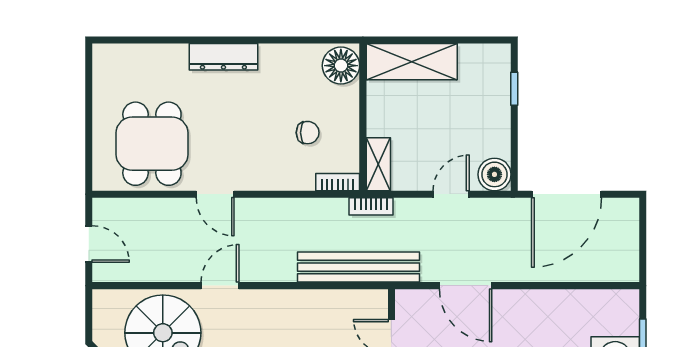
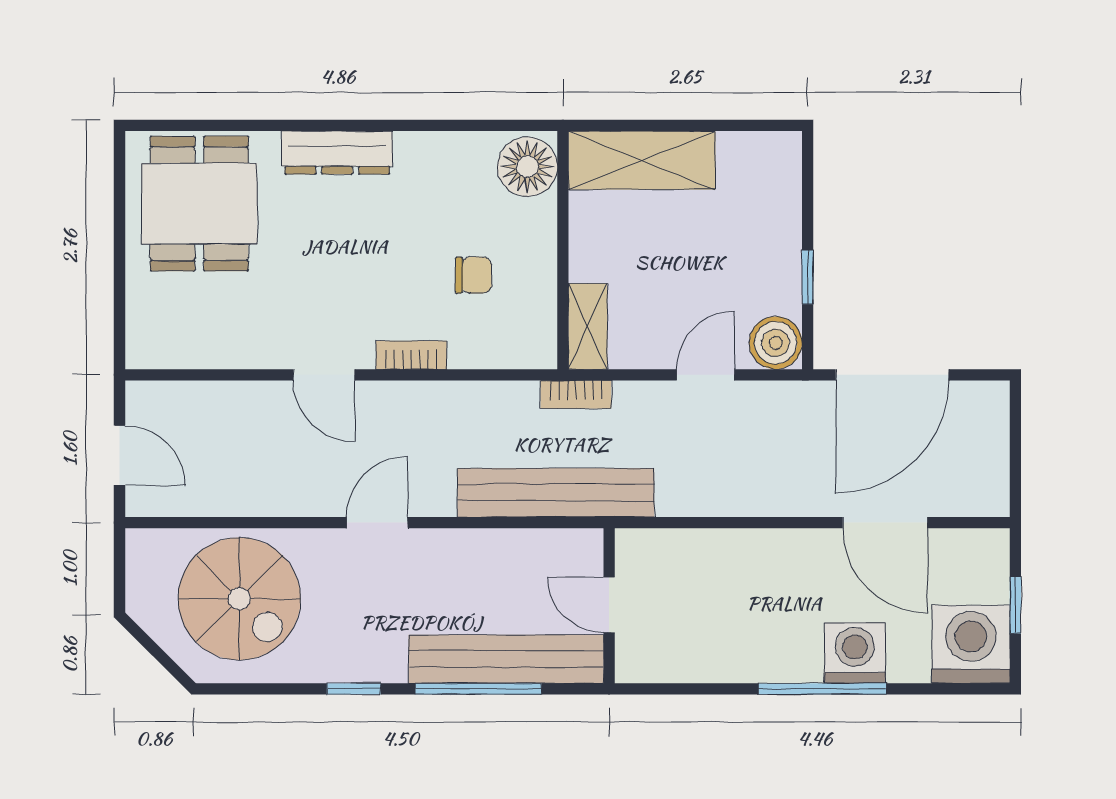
window: (514, 89) -> (808, 277), moved
dining table: (152, 144) -> (199, 204), moved
bookcase: (338, 182) -> (411, 355), moved
door: (220, 286) -> (377, 523), moved
door: (466, 286) -> (885, 523), moved

